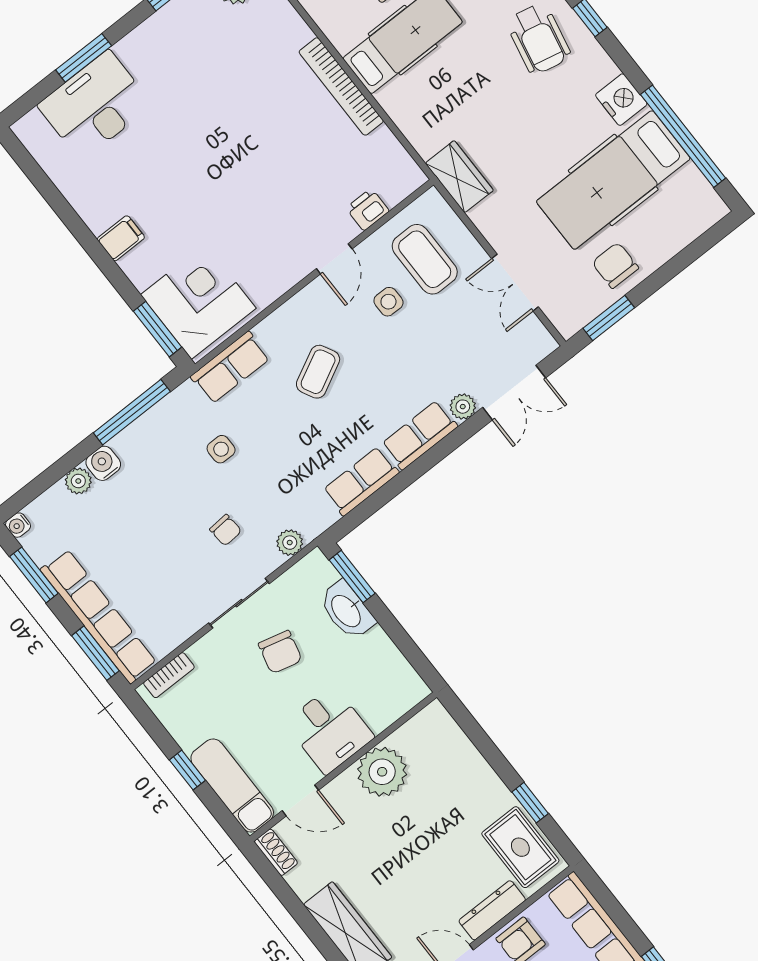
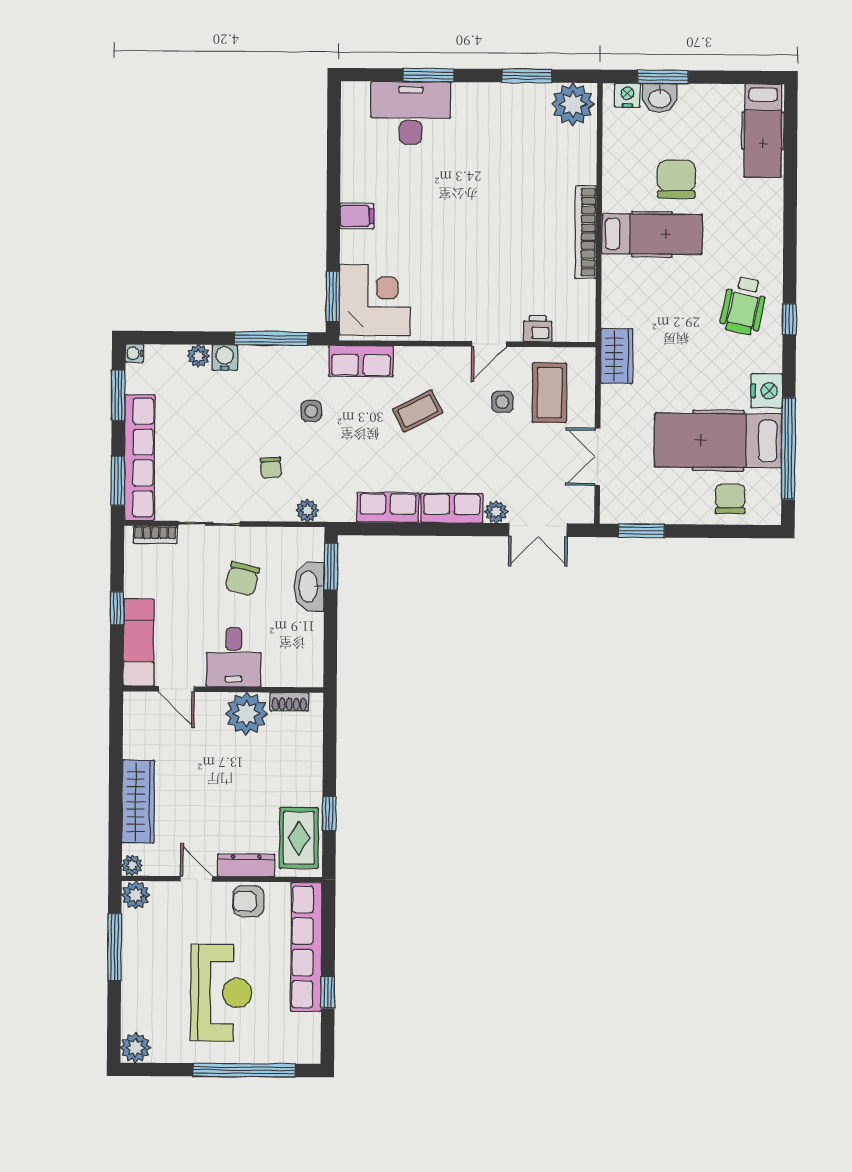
chair: (615, 265) -> (730, 499), moved
sliding door: (239, 603) -> (209, 524), moved
shoe rack: (276, 852) -> (289, 702), moved, turned 90

